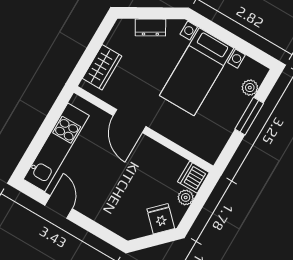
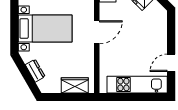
door: (129, 121) -> (97, 32), moved

